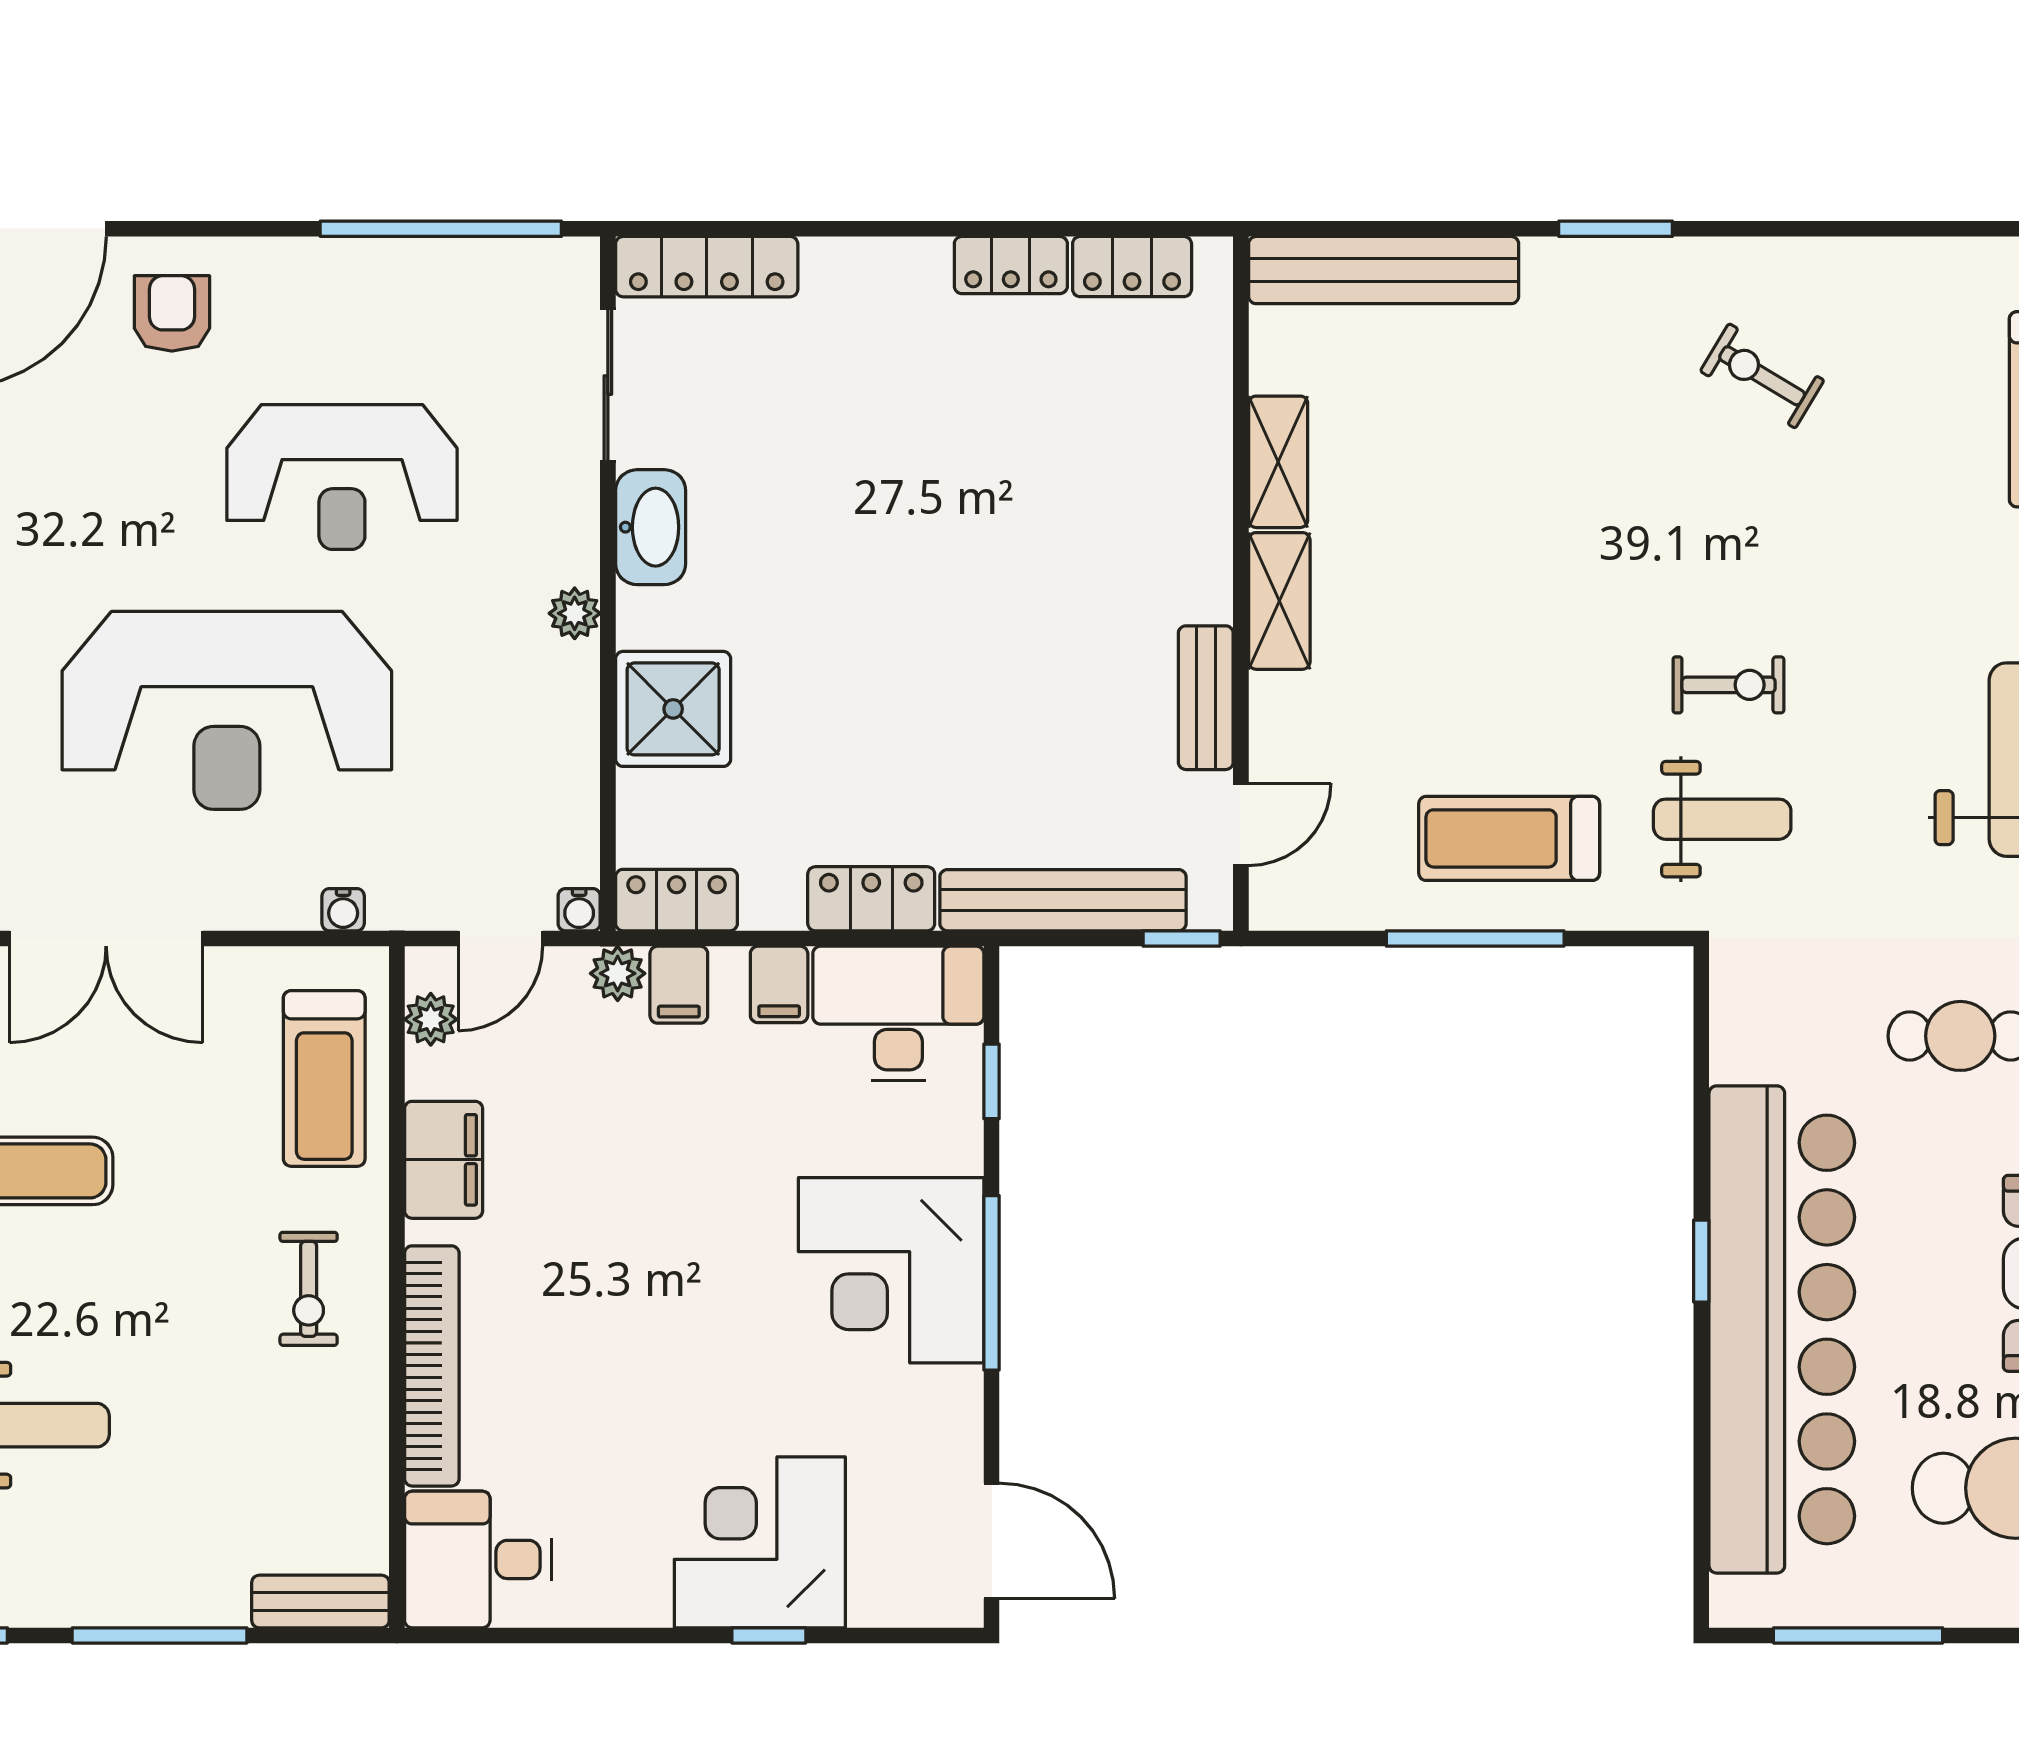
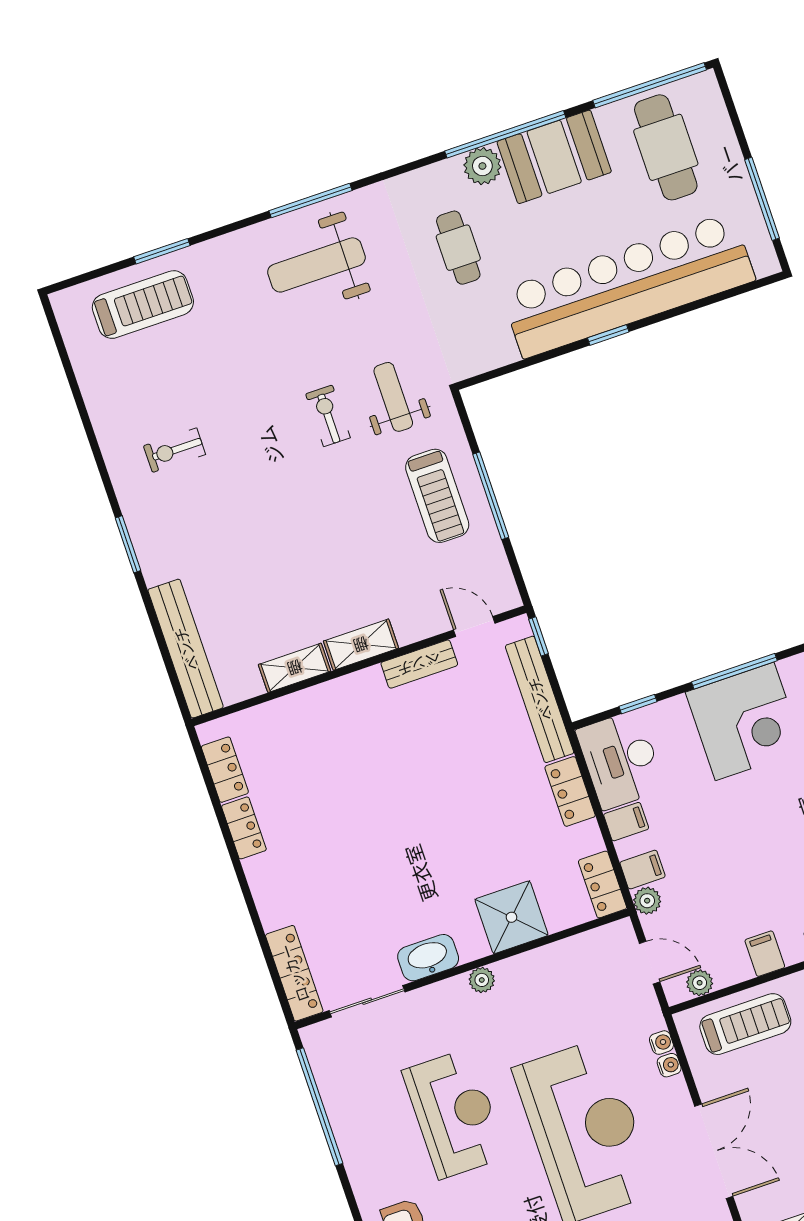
exercise bike: (1762, 376) -> (174, 450), turned 59
water cooler: (579, 910) -> (669, 1065), moved
filing cabinet: (444, 1160) -> (765, 954), width x0.50

